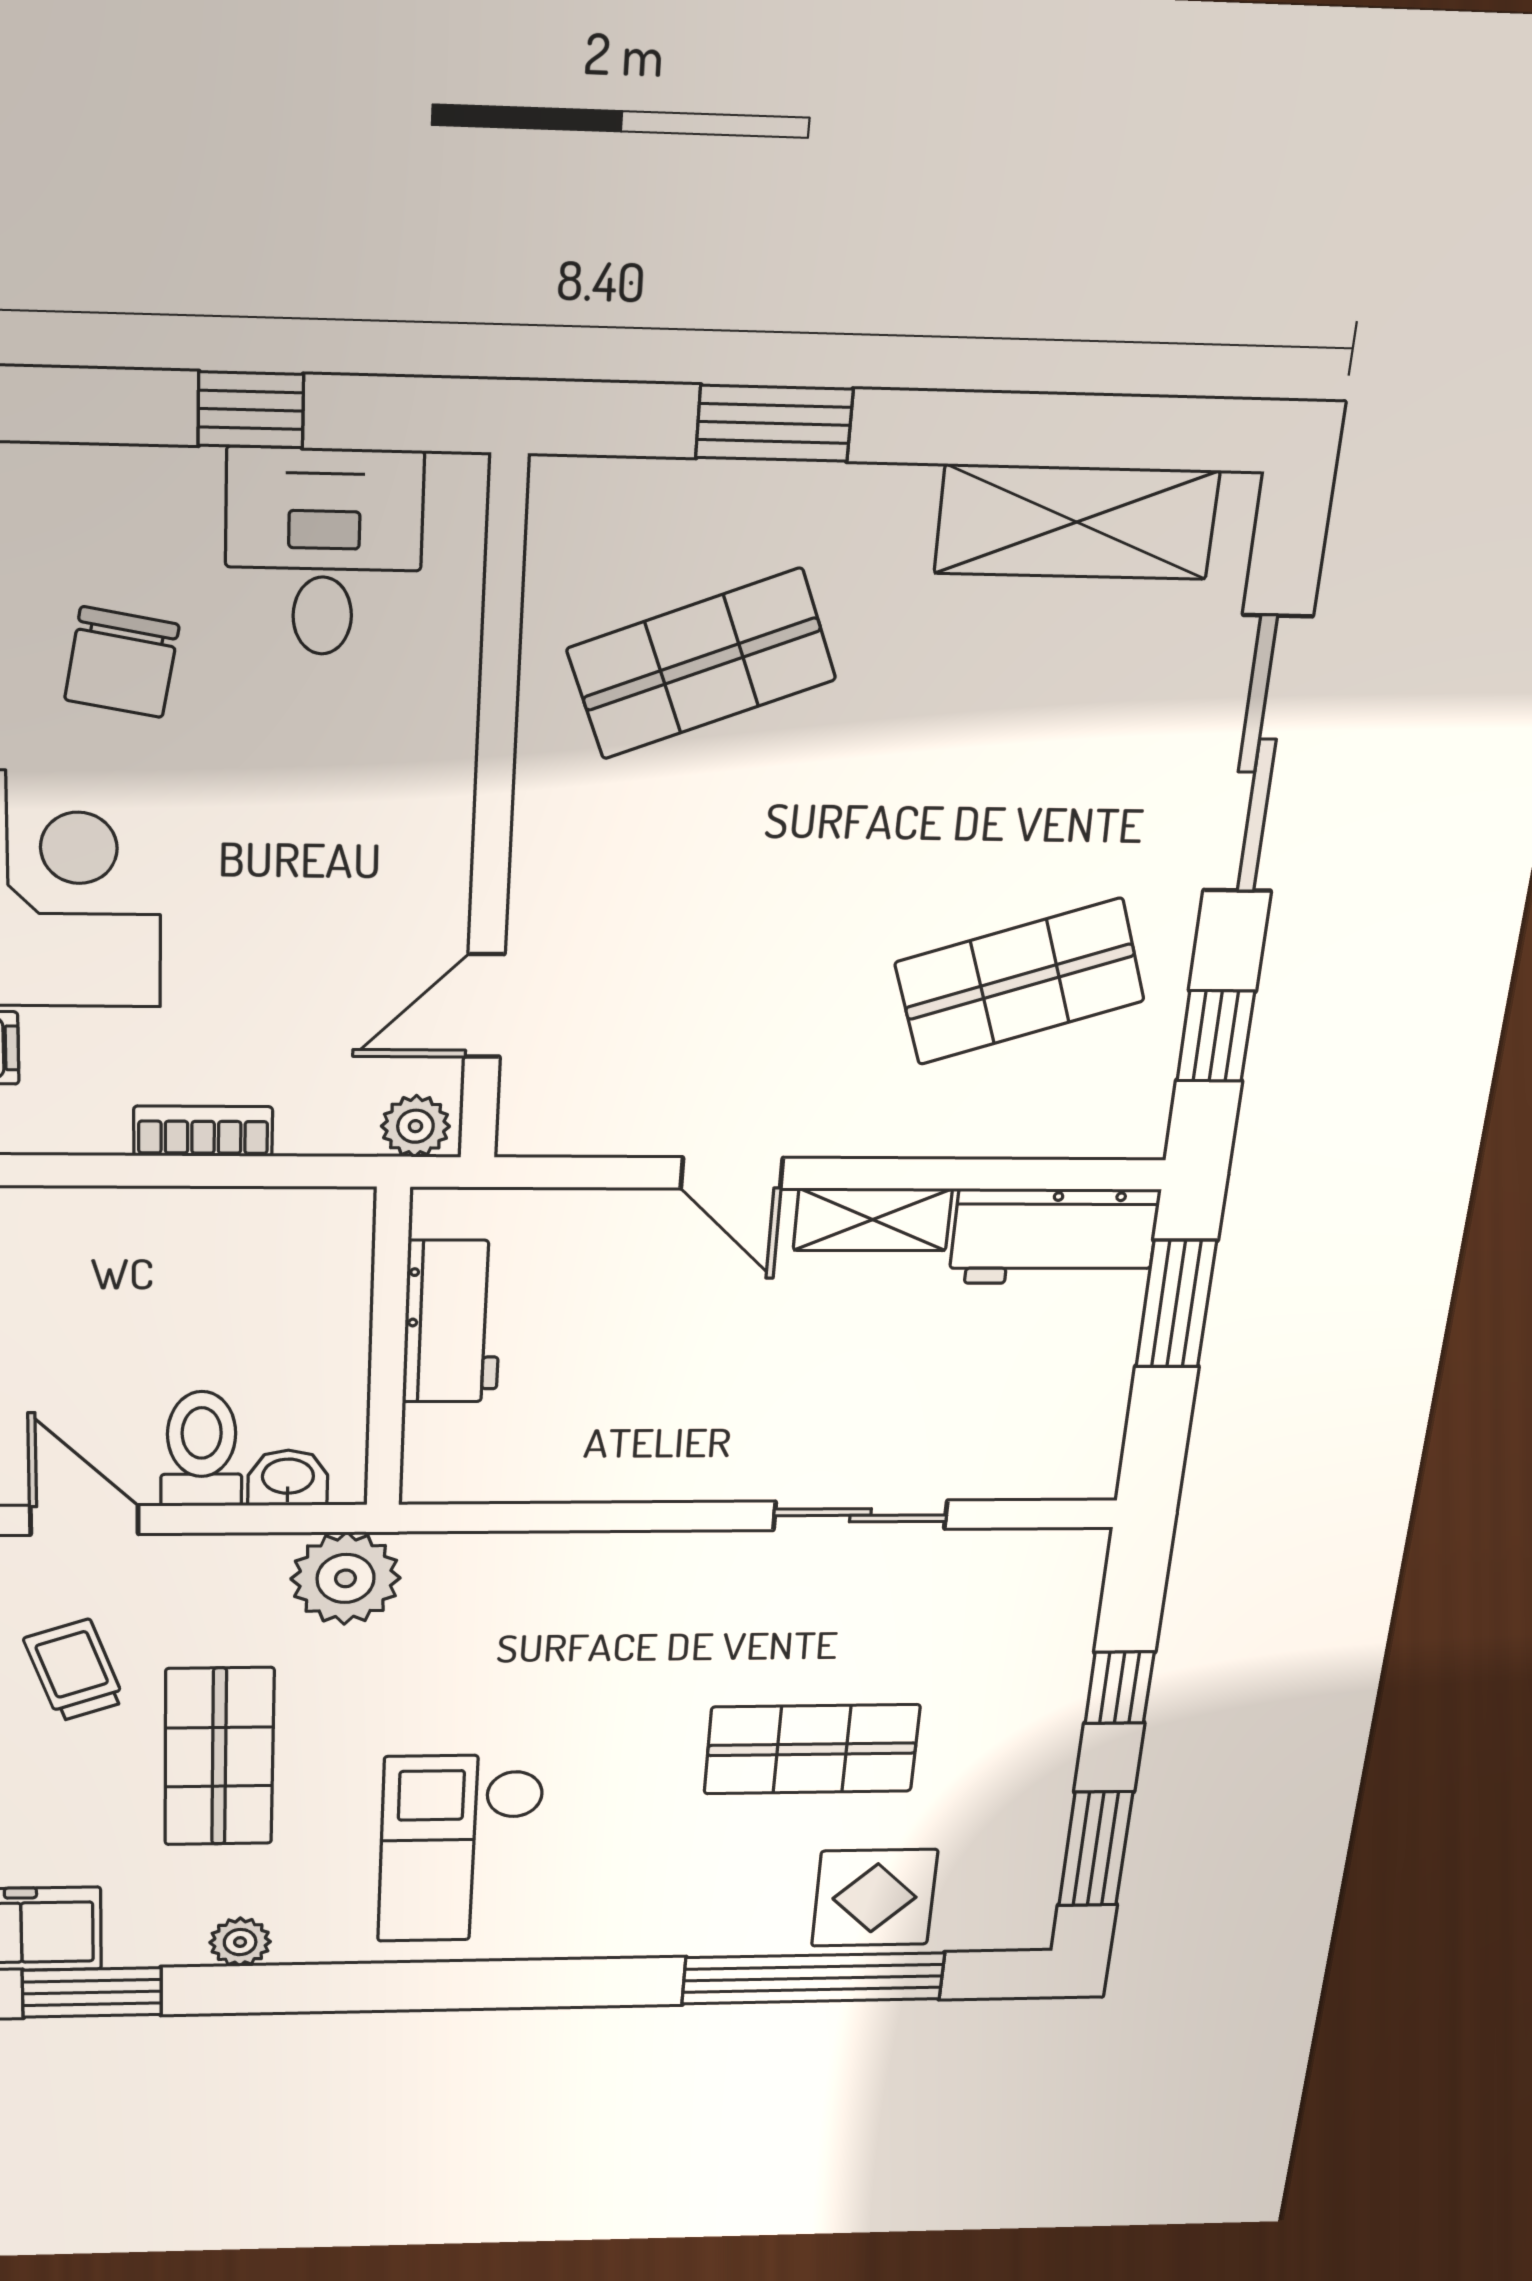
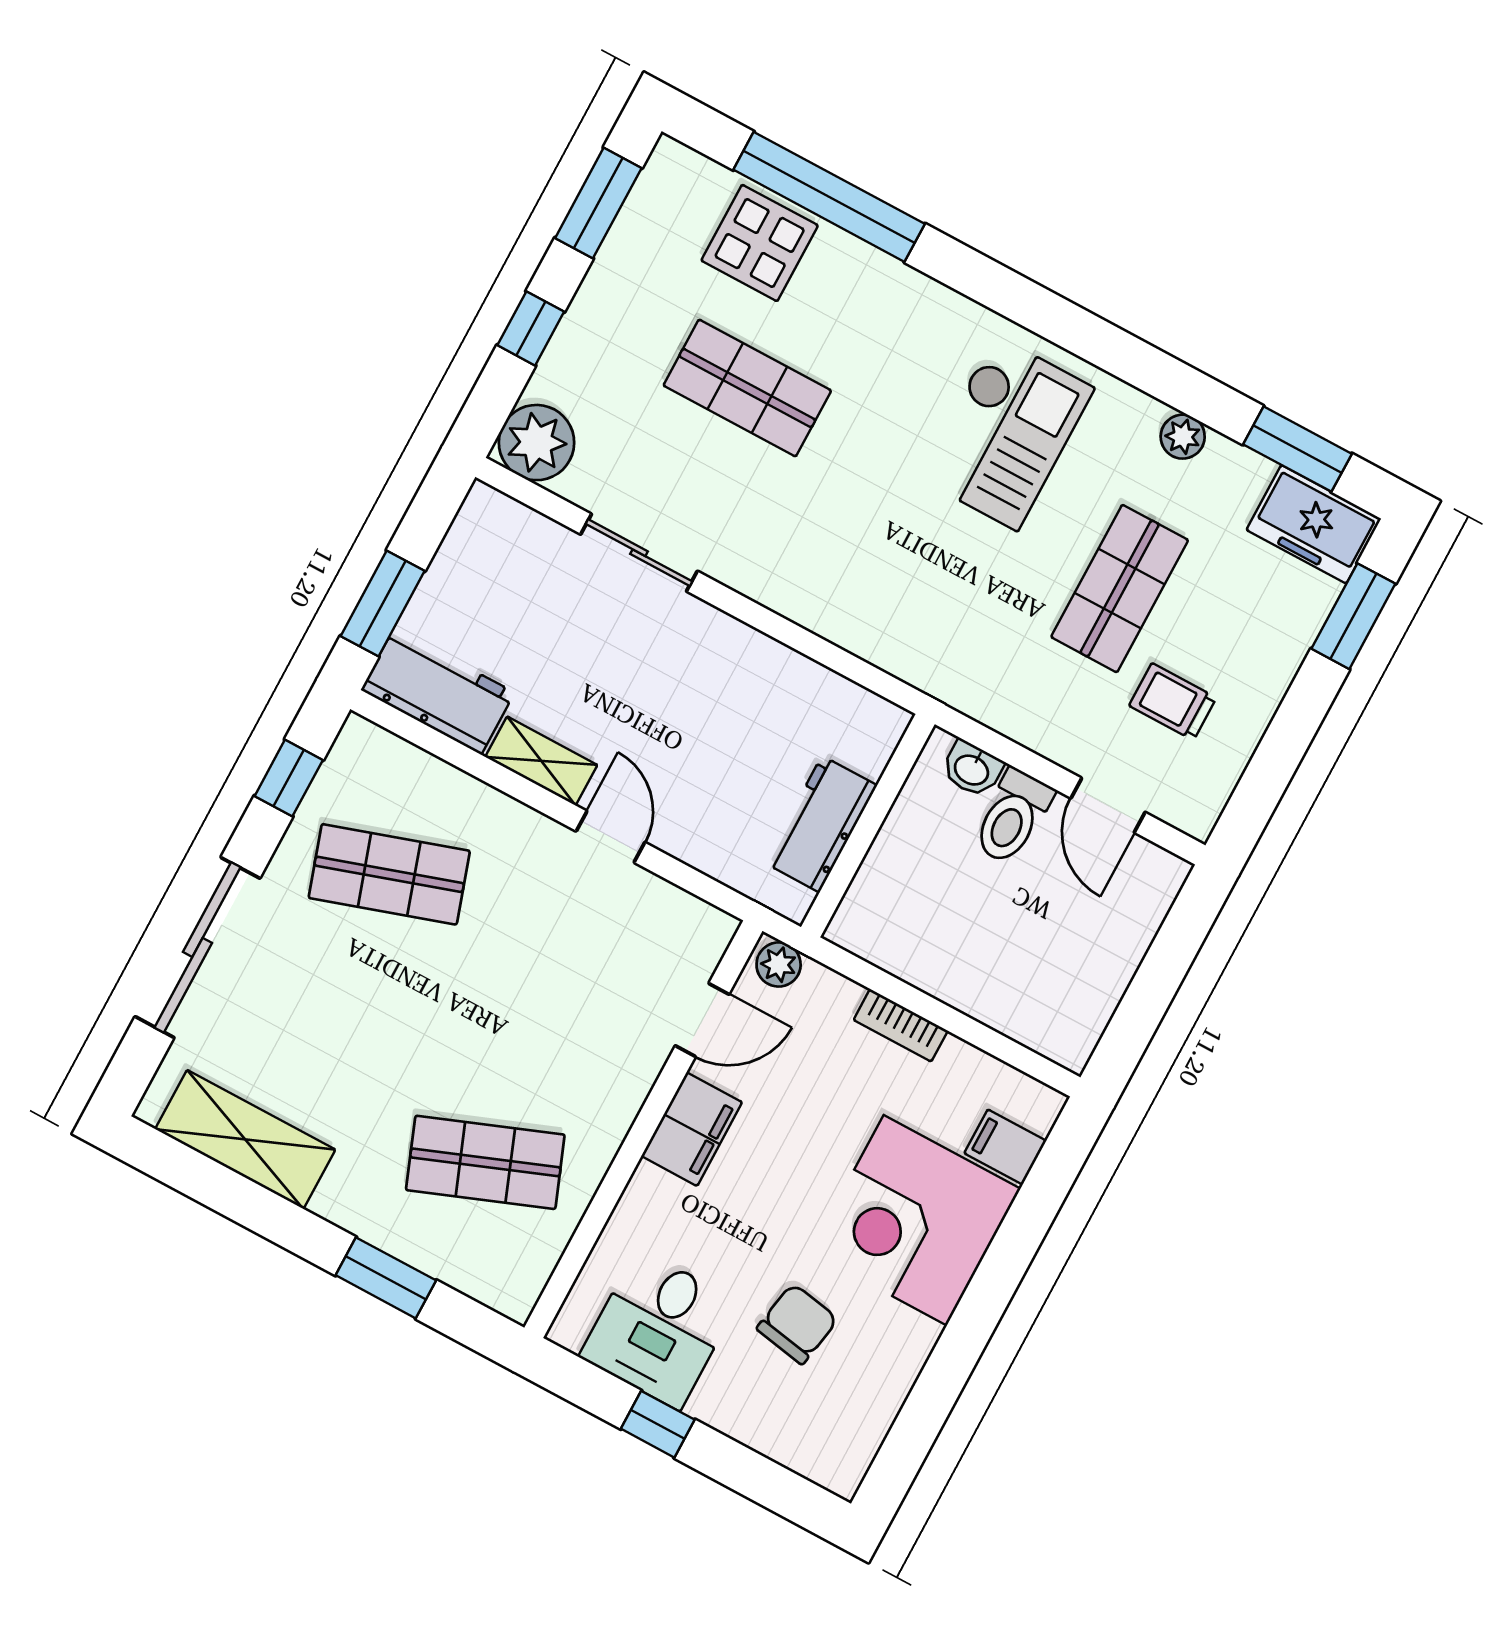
filing cabinet: (423, 856) -> (692, 1129), added
plant: (346, 1578) -> (537, 443), moved
trolley: (74, 1670) -> (1173, 702), turned 109

